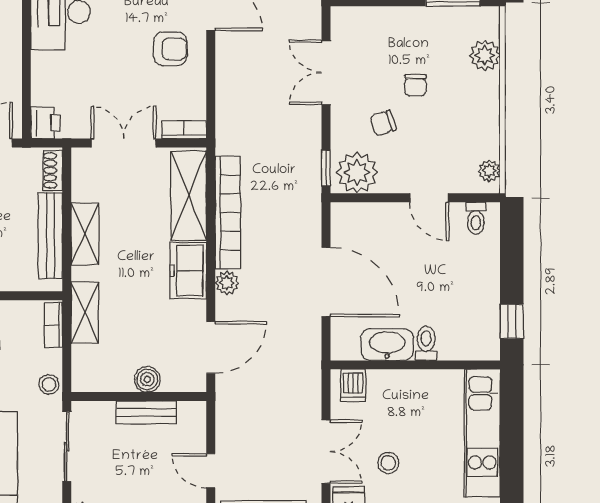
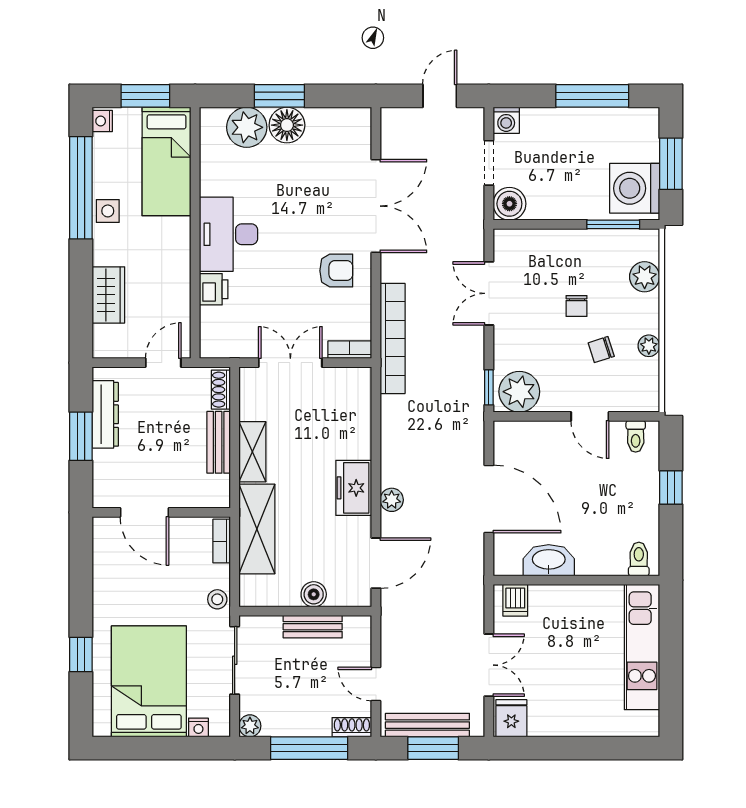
printer: (45, 123) -> (214, 289), moved
chair: (383, 123) -> (601, 350), moved
plant: (489, 171) -> (649, 346), moved
shelving: (189, 196) -> (354, 414), removed
bookcase: (228, 213) -> (393, 338), moved
bench: (50, 236) -> (219, 442), width x0.73
shelving: (85, 313) -> (257, 529), width x1.50, depth x1.33
window: (512, 321) -> (671, 488), moved
toilet: (426, 343) -> (639, 559), moved
stool: (388, 463) -> (550, 676), removed

